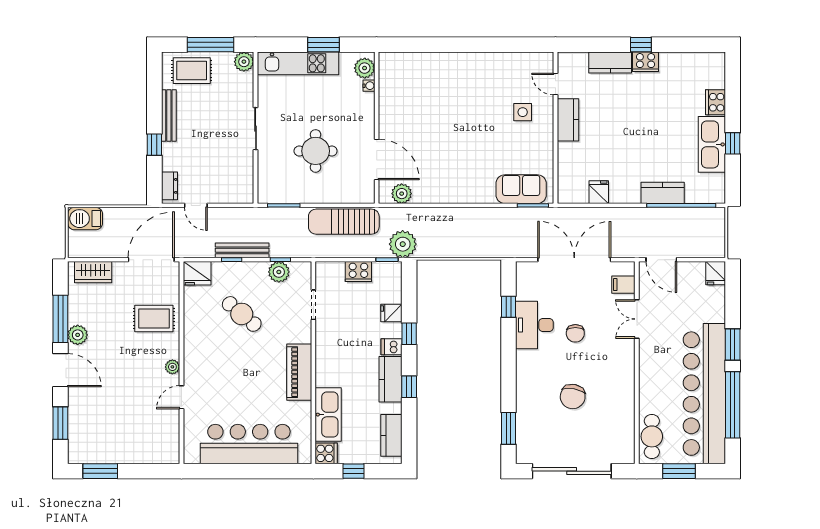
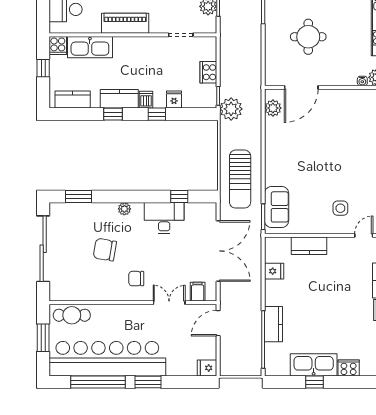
kitchen counter: (568, 120) -> (309, 246), moved
sun lounger: (344, 222) -> (240, 179), moved, turned 180
chair: (575, 333) -> (136, 279), moved
plant: (523, 373) -> (124, 209), added

